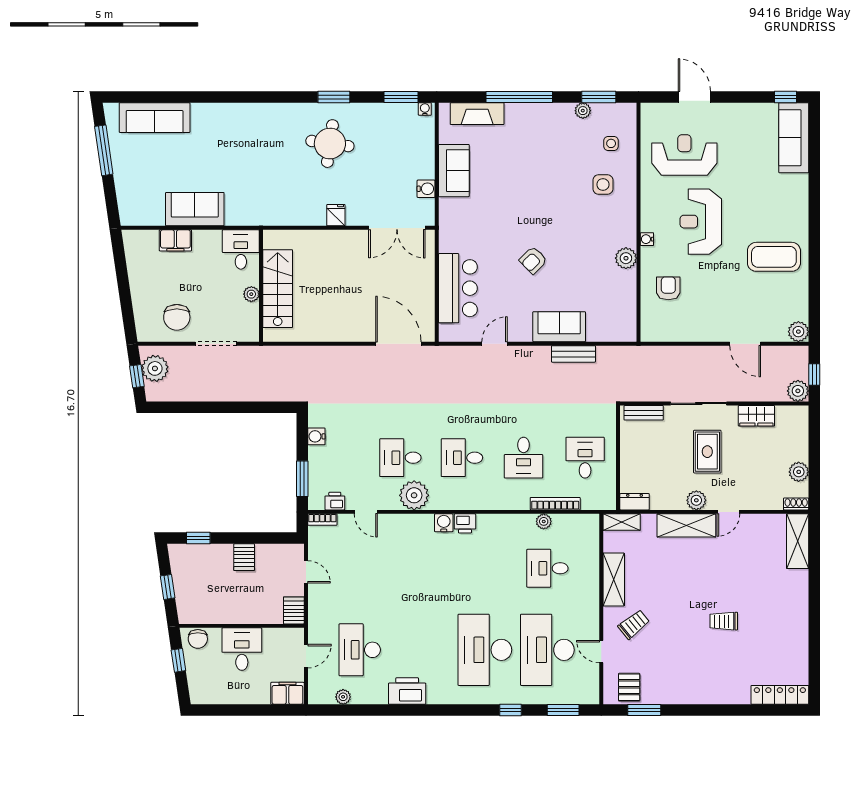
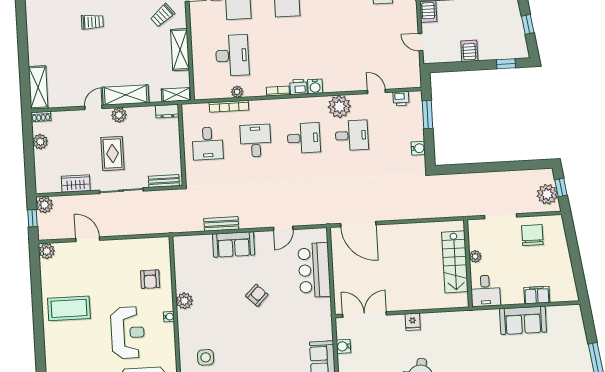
bookcase: (322, 520) -> (278, 91), moved
desk: (547, 568) -> (232, 55), width x1.37

